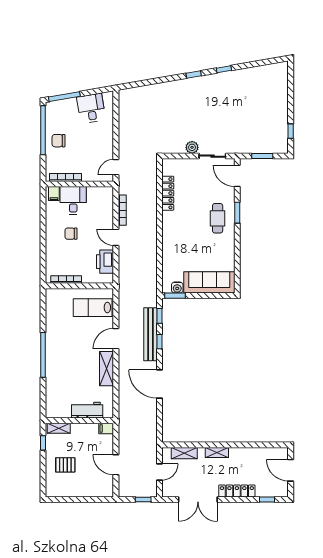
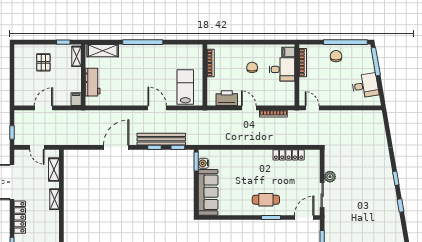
door: (116, 237) -> (249, 108), hinge flipped
shelving: (107, 369) -> (103, 51), moved

